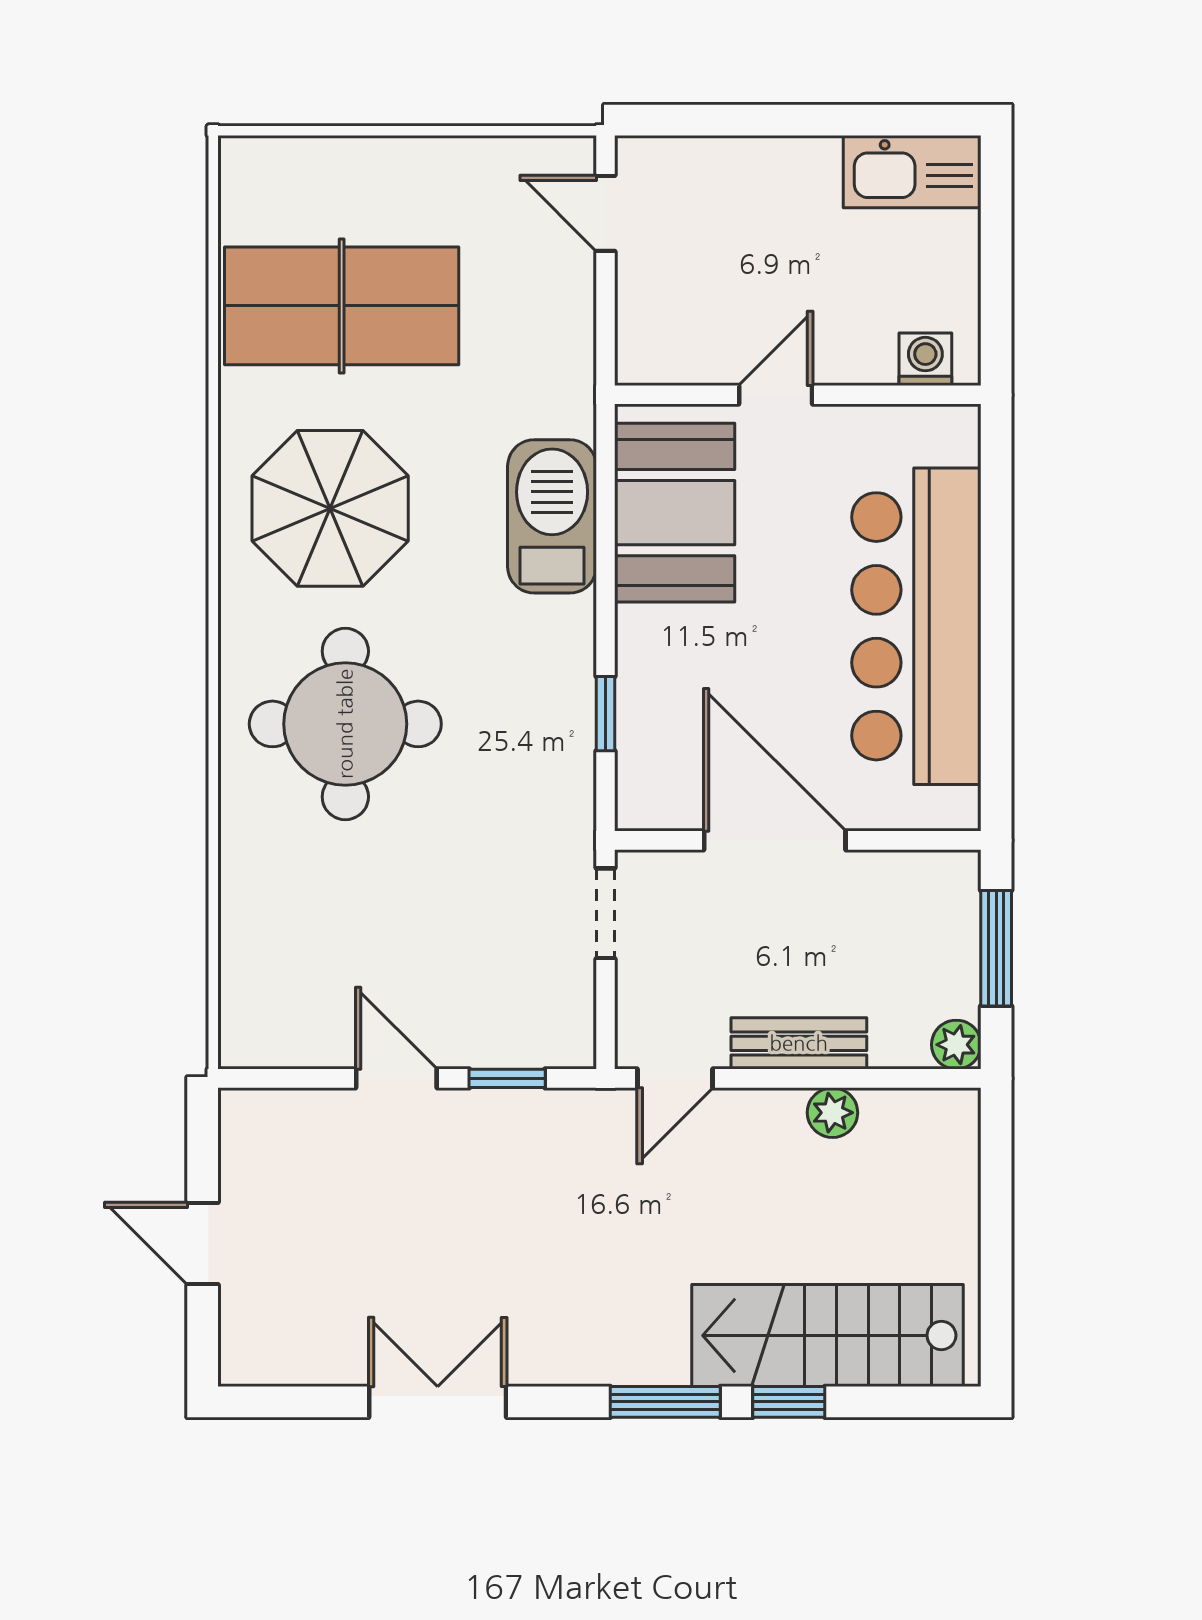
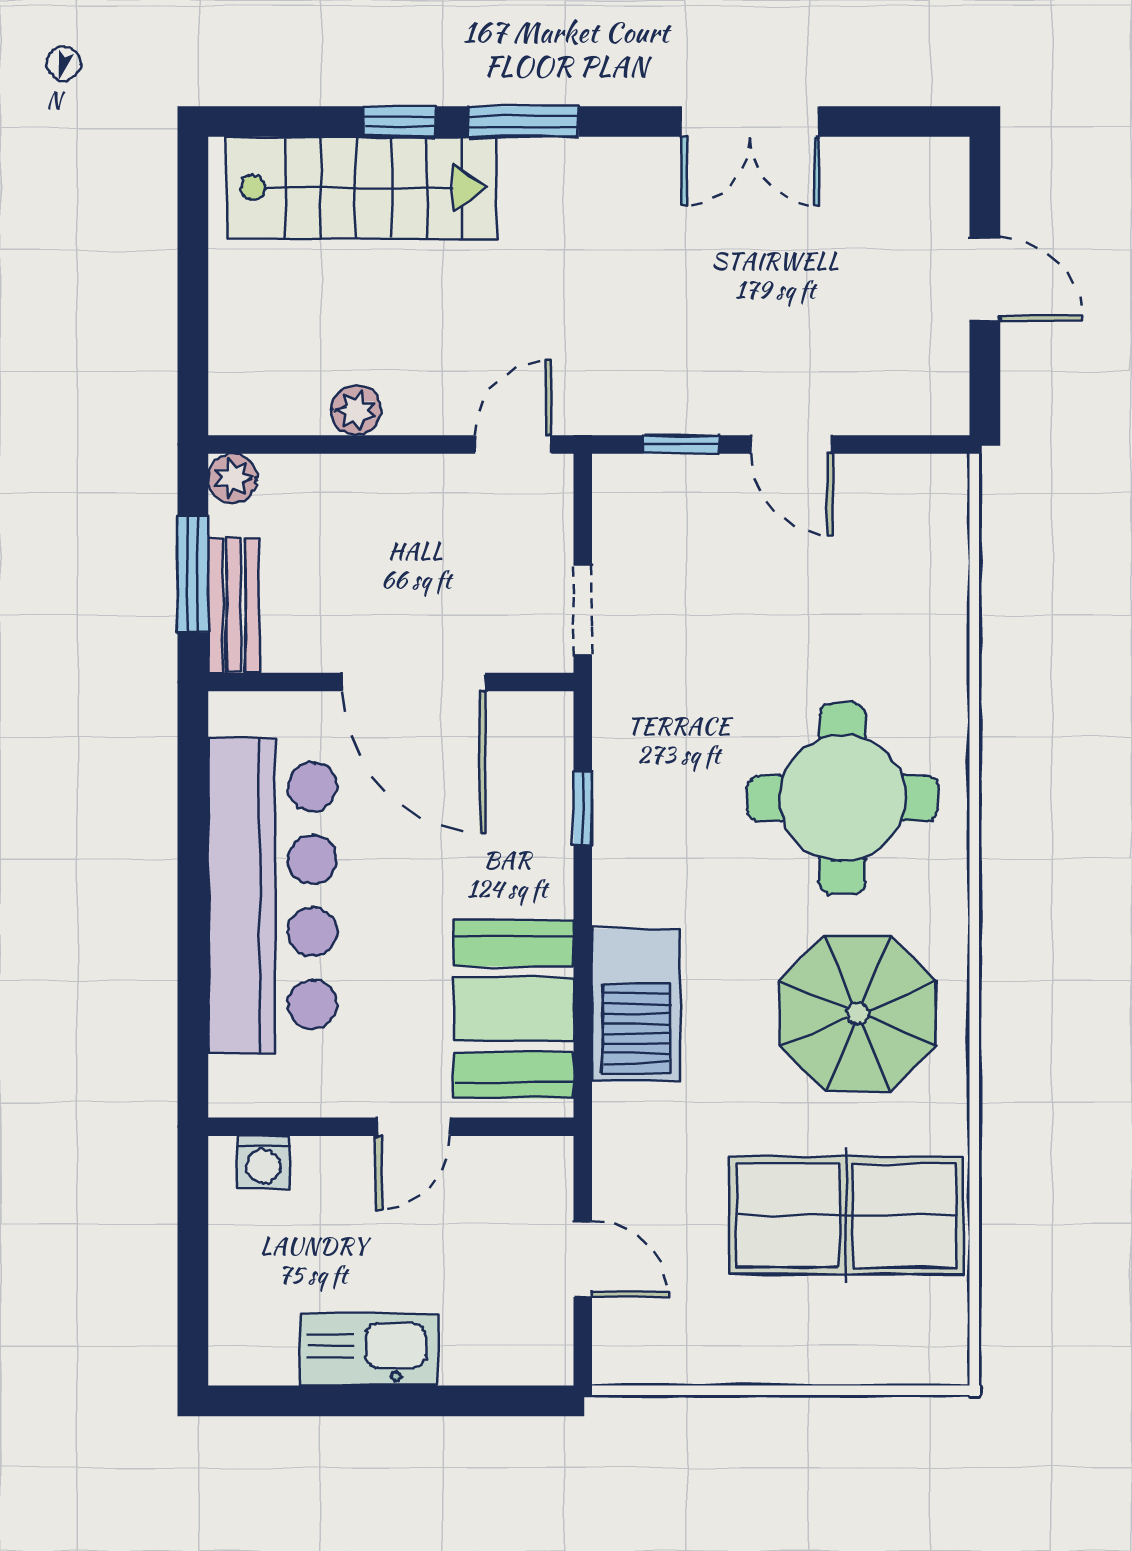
kitchen sink: (912, 172) -> (368, 1349), moved
door: (605, 213) -> (583, 1259), moved
bench: (799, 1043) -> (234, 605), moved, turned 90

